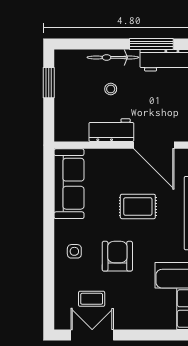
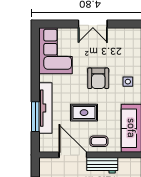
coffee table: (92, 299) -> (99, 141), moved
double door: (92, 335) -> (93, 24), moved

